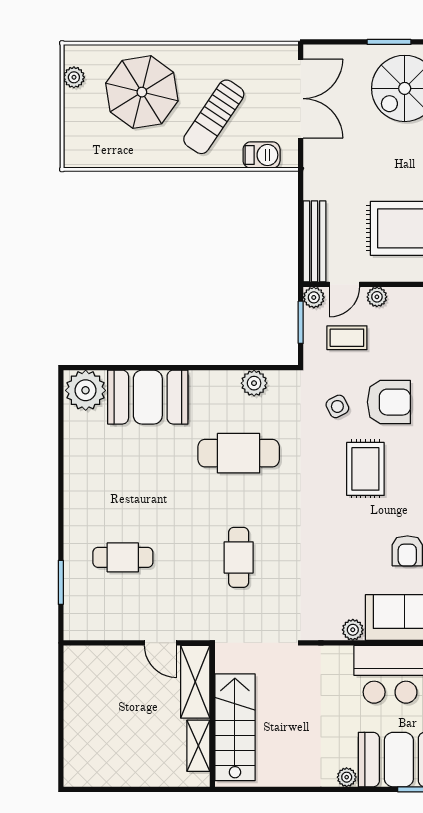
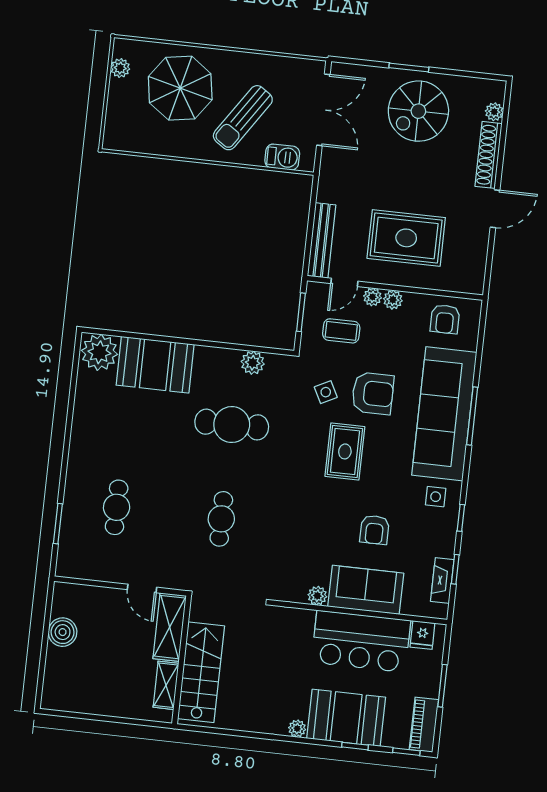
plant: (314, 297) -> (393, 300), moved
cafe table: (123, 557) -> (117, 507), turned 90
boiler: (79, 700) -> (63, 632), added

